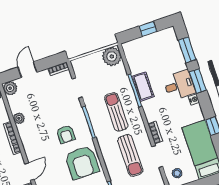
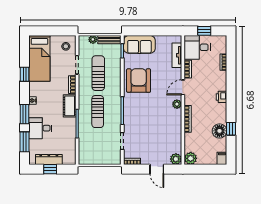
dresser: (153, 39) -> (49, 160), added
plant: (112, 56) -> (86, 157), removed
door: (28, 70) -> (157, 169), hinge flipped
desk: (179, 85) -> (40, 128), moved
cot: (143, 87) -> (70, 106), moved
plant: (19, 118) -> (177, 104), moved
armchair: (66, 134) -> (144, 107), removed

